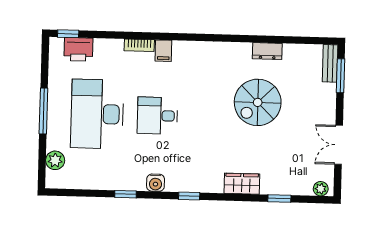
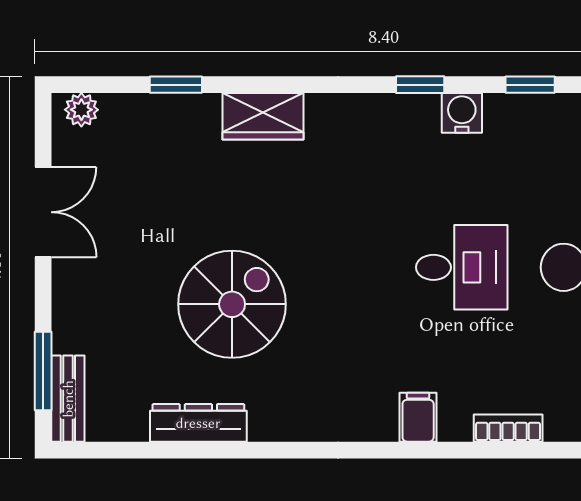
filing cabinet: (163, 51) -> (418, 417), moved
dresser: (267, 51) -> (198, 423), width x1.44
window: (189, 196) -> (420, 85), moved

